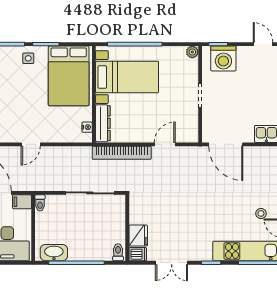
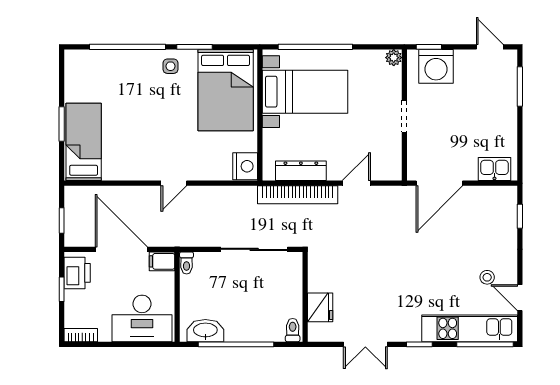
dresser: (103, 123) -> (301, 171), moved, turned -90
nightstand: (87, 127) -> (245, 166), width x1.89, depth x1.79
door: (226, 144) -> (439, 183), hinge flipped
dishwasher: (138, 254) -> (320, 333), removed

